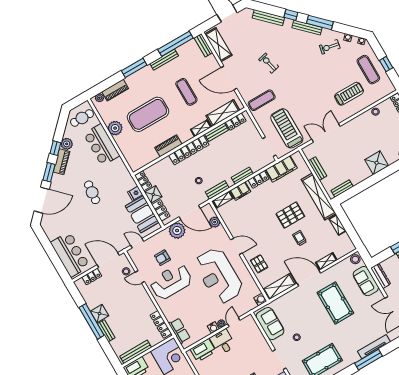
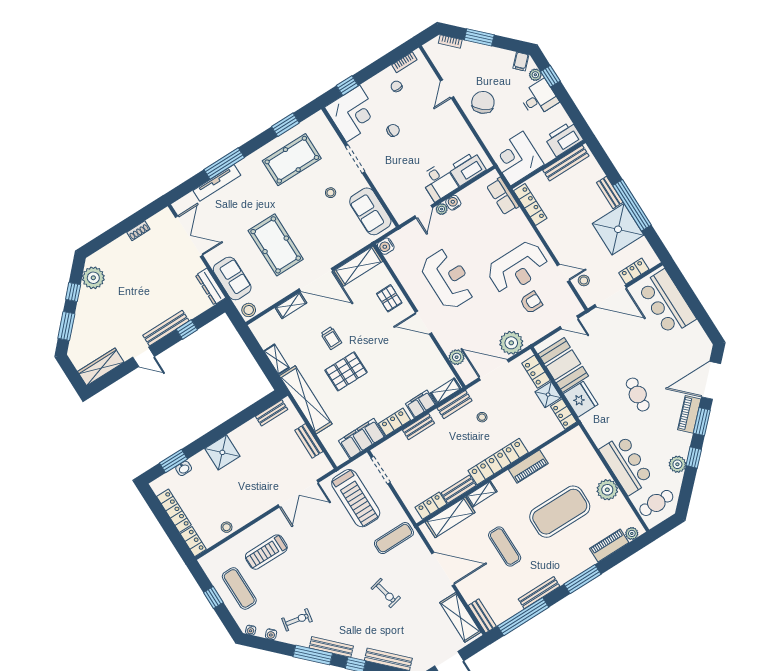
piano: (62, 162) -> (689, 414), moved
fridge: (135, 193) -> (581, 399), width x1.88, depth x1.34
reception desk: (219, 276) -> (448, 279), width x0.74, depth x0.77
shower: (99, 314) -> (618, 229), width x1.86, depth x1.86

